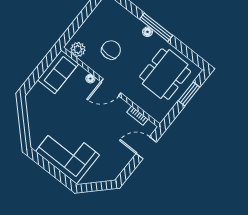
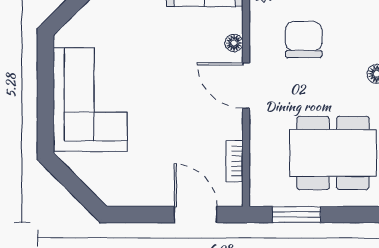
chair: (111, 50) -> (304, 40), turned -90
window: (189, 94) -> (296, 215), moved

